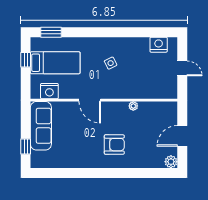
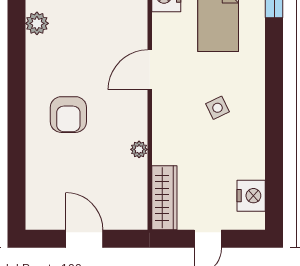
wardrobe: (160, 92) -> (164, 198), added
plant: (171, 162) -> (37, 23), moved

